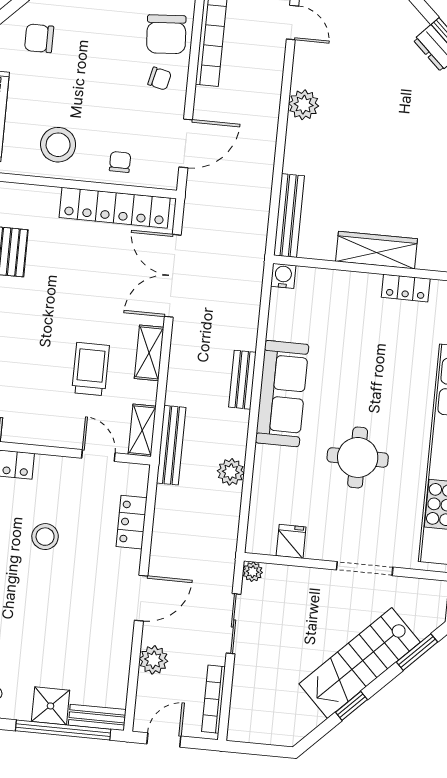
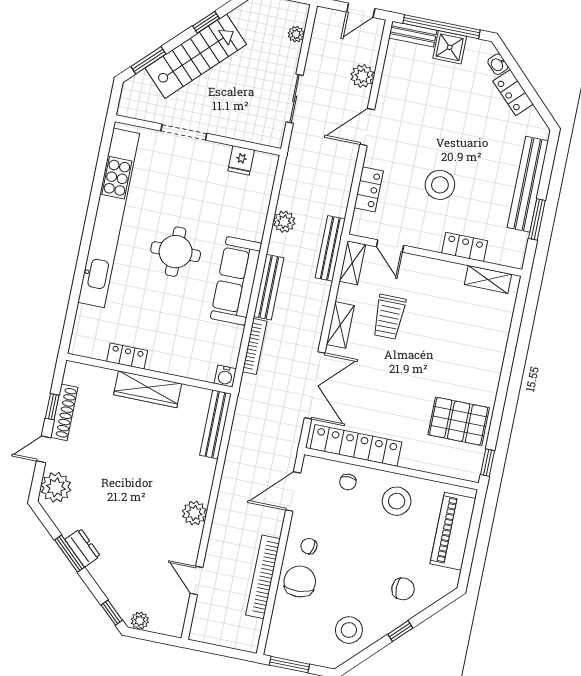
bench: (242, 380) -> (269, 287), width x1.36
round table: (358, 457) -> (176, 252), moved
stool: (45, 537) -> (440, 185), width x1.38, depth x1.38
plant: (253, 572) -> (296, 34), moved
bookcase: (213, 699) -> (255, 346), moved

